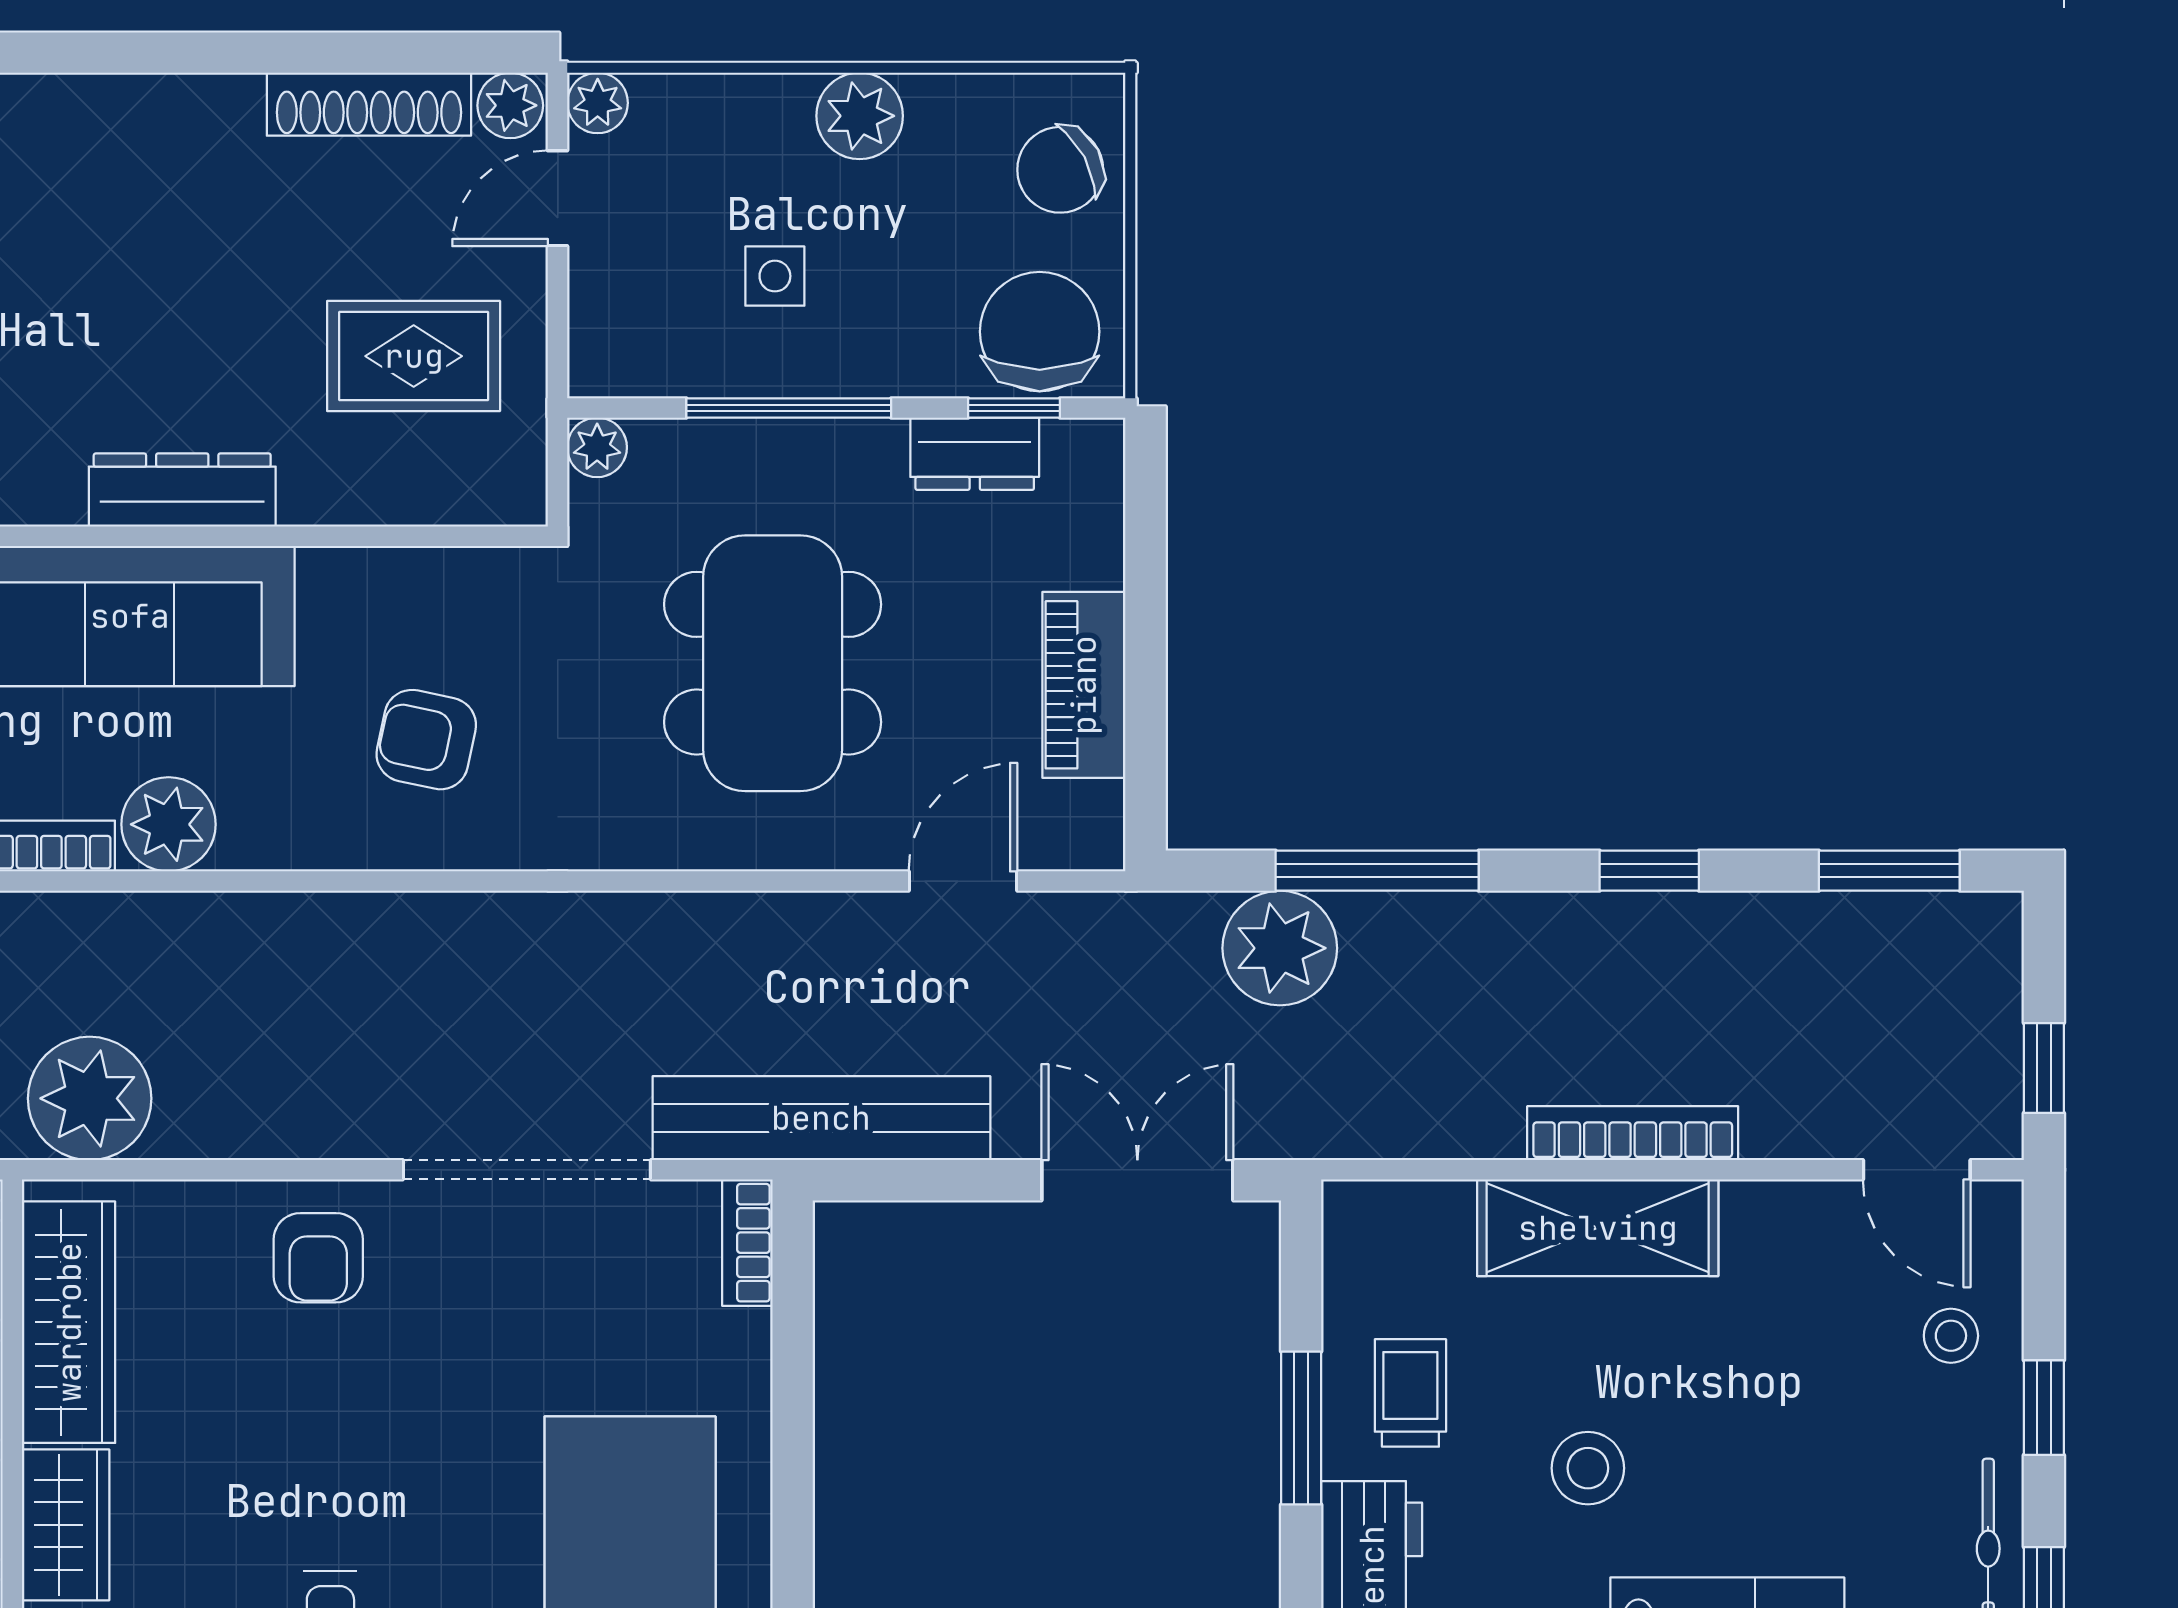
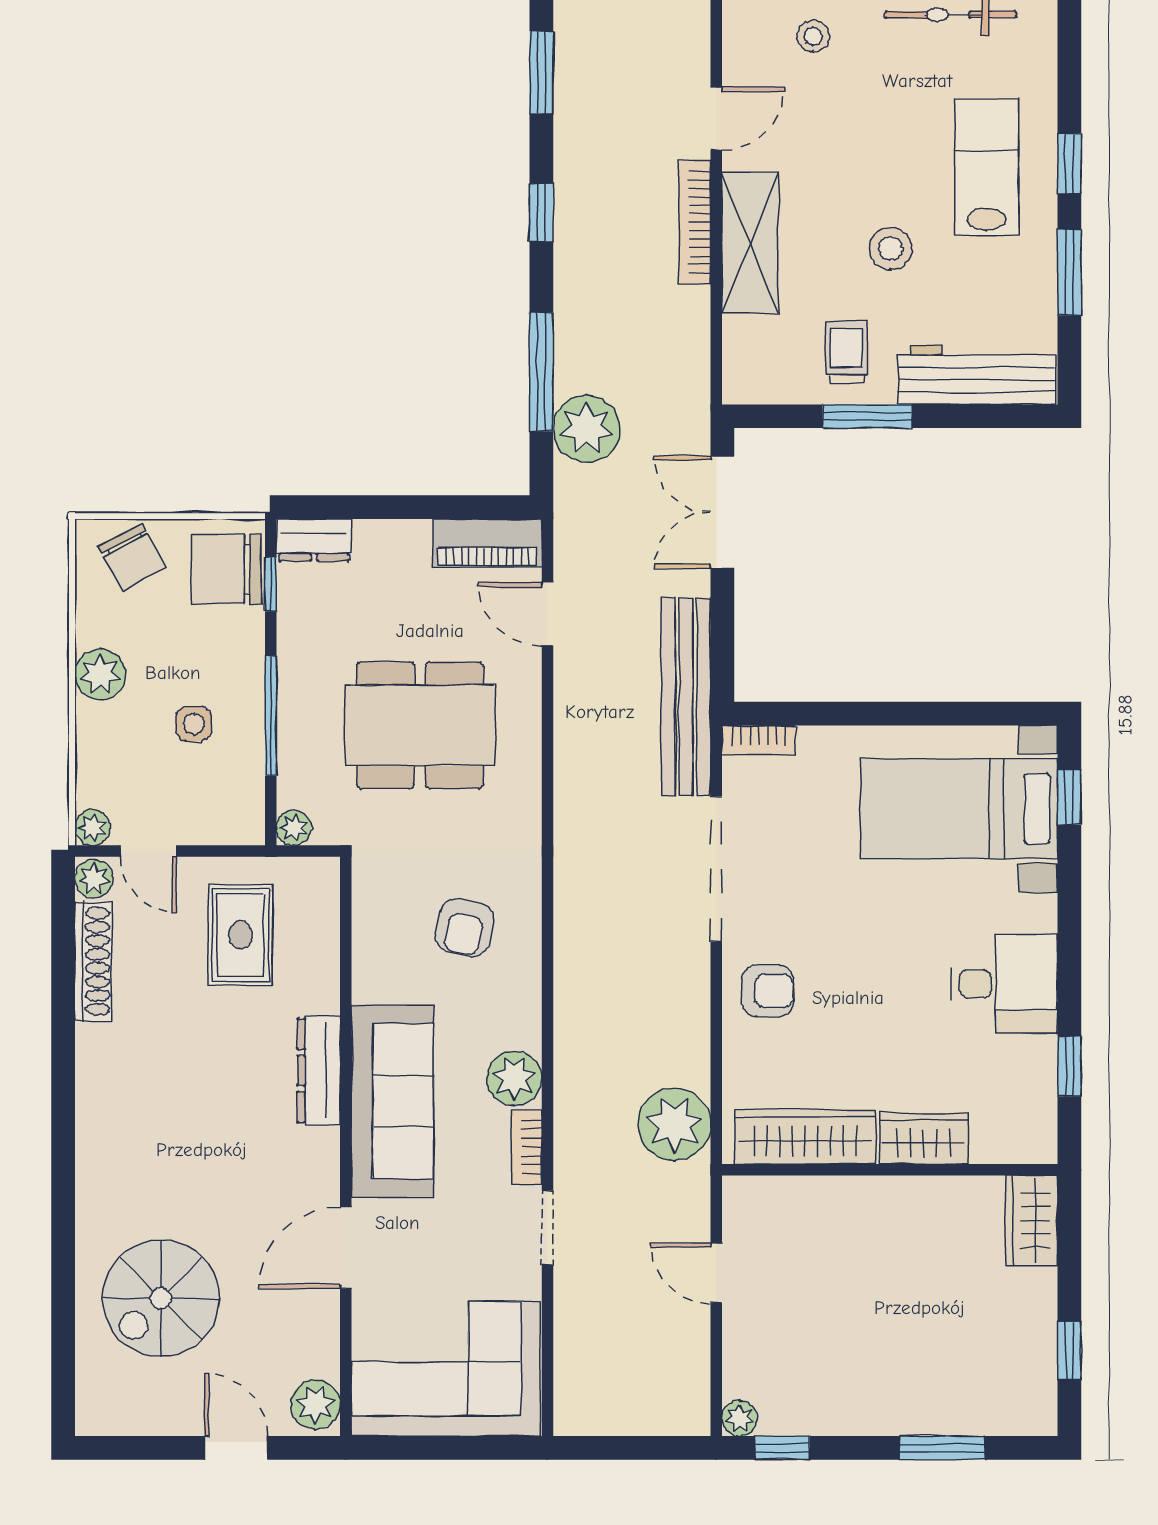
dresser: (975, 454) -> (314, 540), moved, turned 90
piano: (1084, 685) -> (487, 543), moved
door: (1917, 1170) -> (716, 119), moved
trolley: (1410, 1393) -> (847, 352), turned 90

